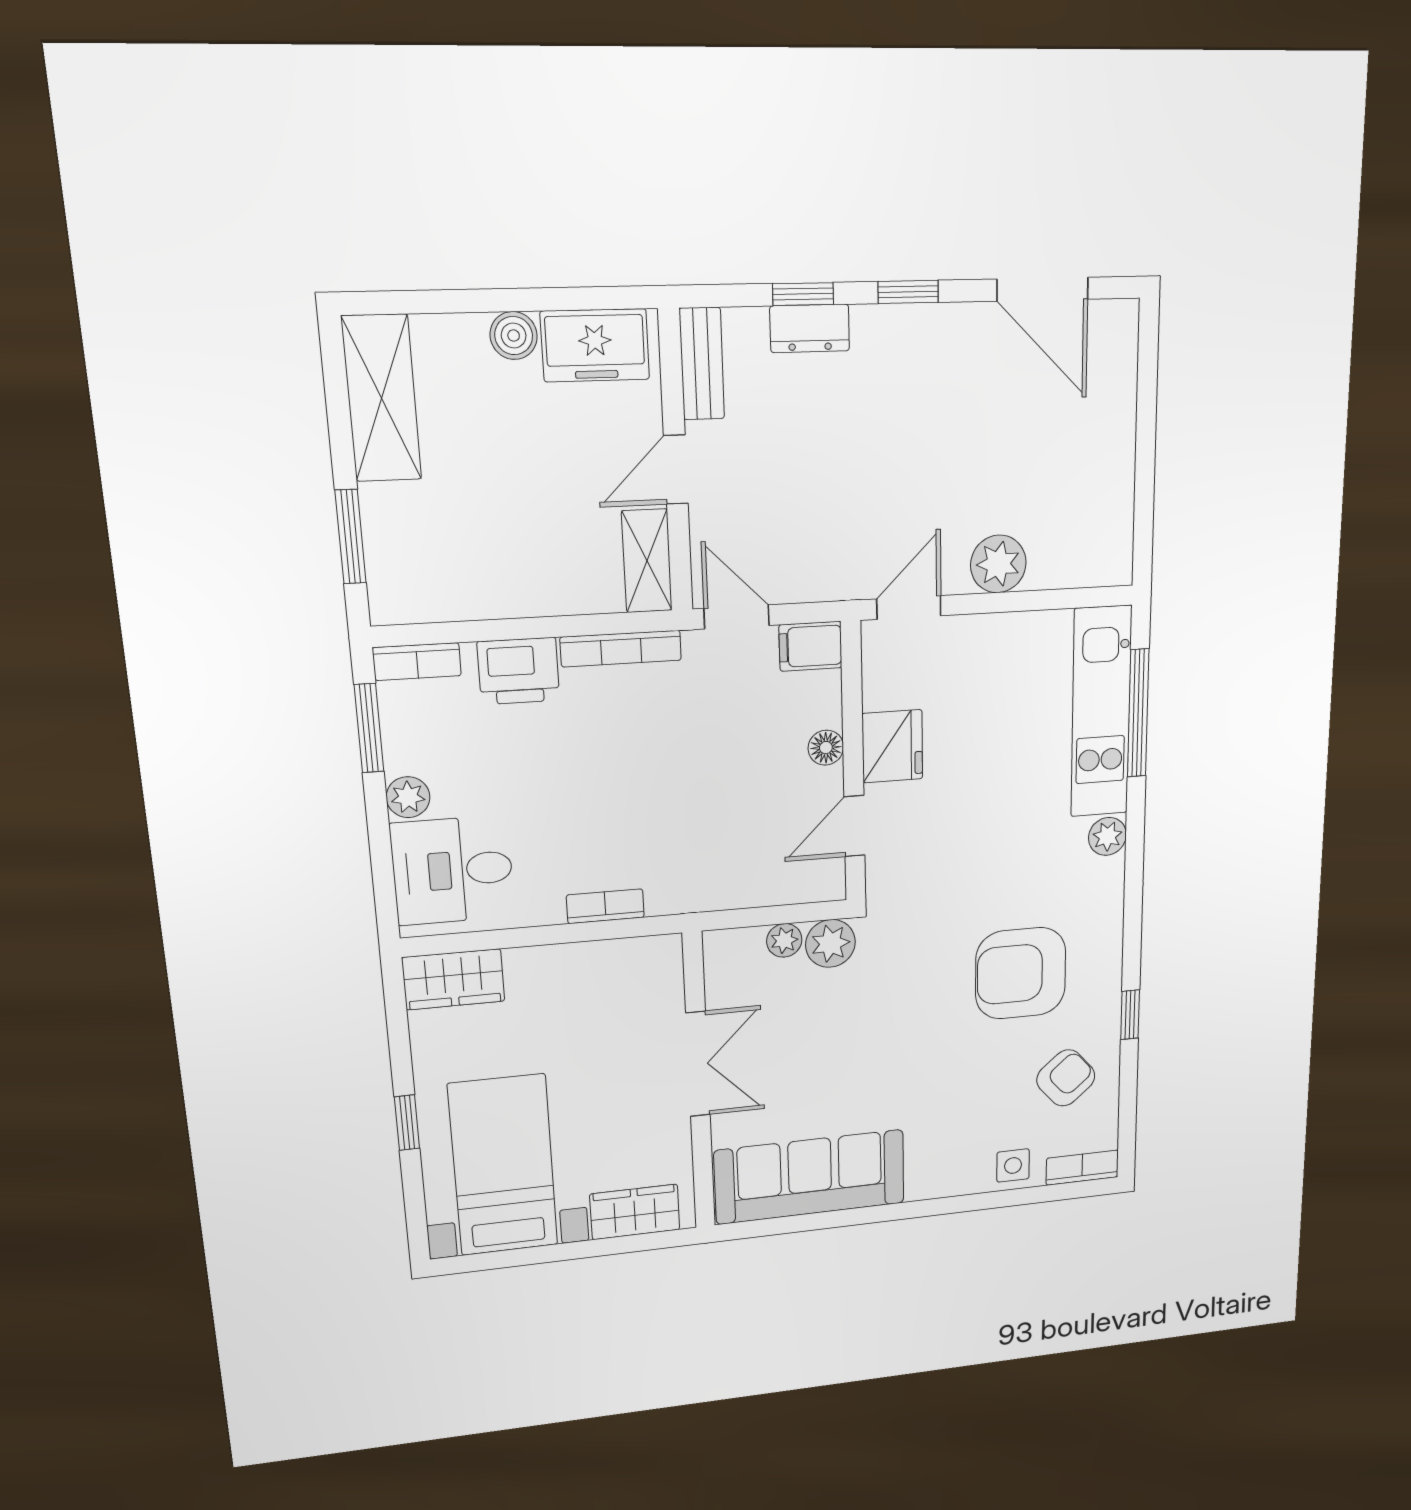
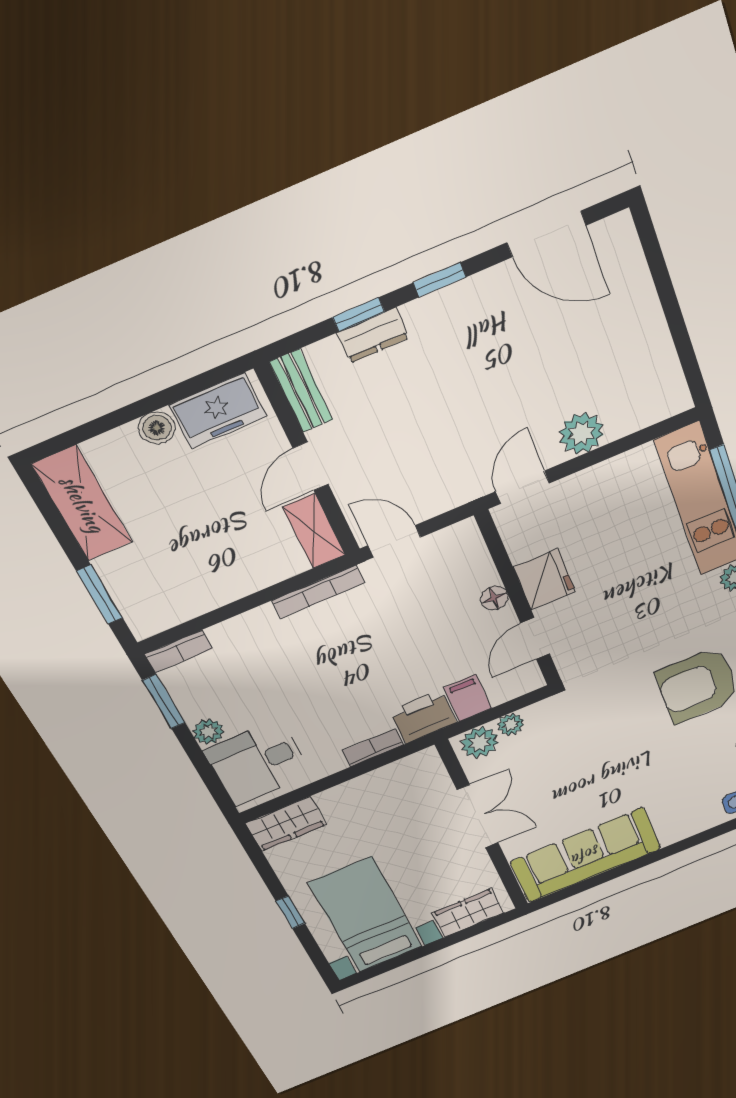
filing cabinet: (811, 646) -> (468, 698), moved, turned 90
printer: (519, 671) -> (423, 717), moved, turned 180
plant: (830, 943) -> (480, 742), moved

